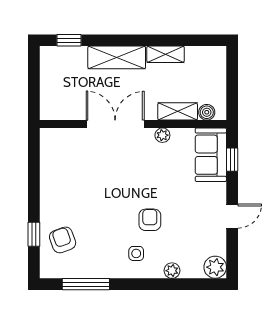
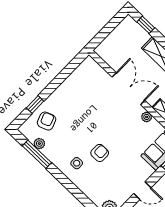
plant: (172, 271) -> (39, 144), moved

